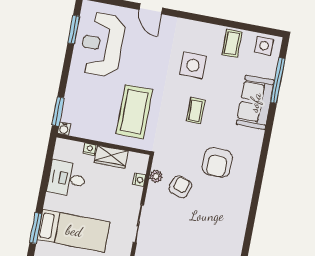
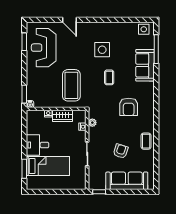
coffee table: (232, 43) -> (146, 141), moved
desk: (67, 179) -> (38, 145), moved
armchair: (180, 187) -> (121, 151), moved

